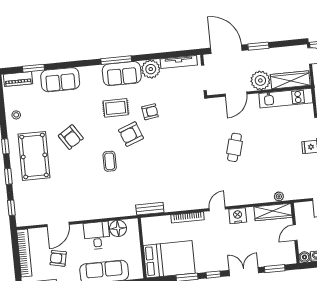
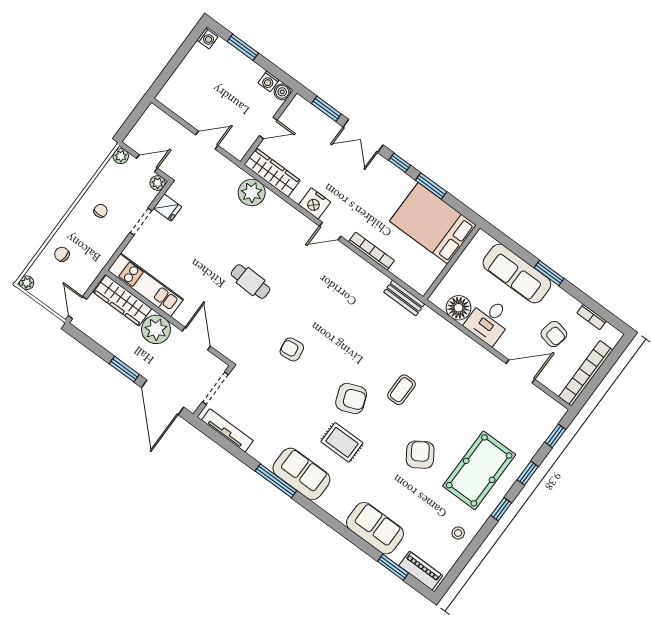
window: (116, 60) -> (276, 481), moved
plant: (151, 69) -> (265, 450), removed
door: (236, 94) -> (196, 339), hinge flipped
armchair: (150, 112) -> (292, 349), moved
cafe table: (234, 147) -> (251, 282), turned 76
plant: (279, 196) -> (252, 193), width x1.88, depth x1.88

